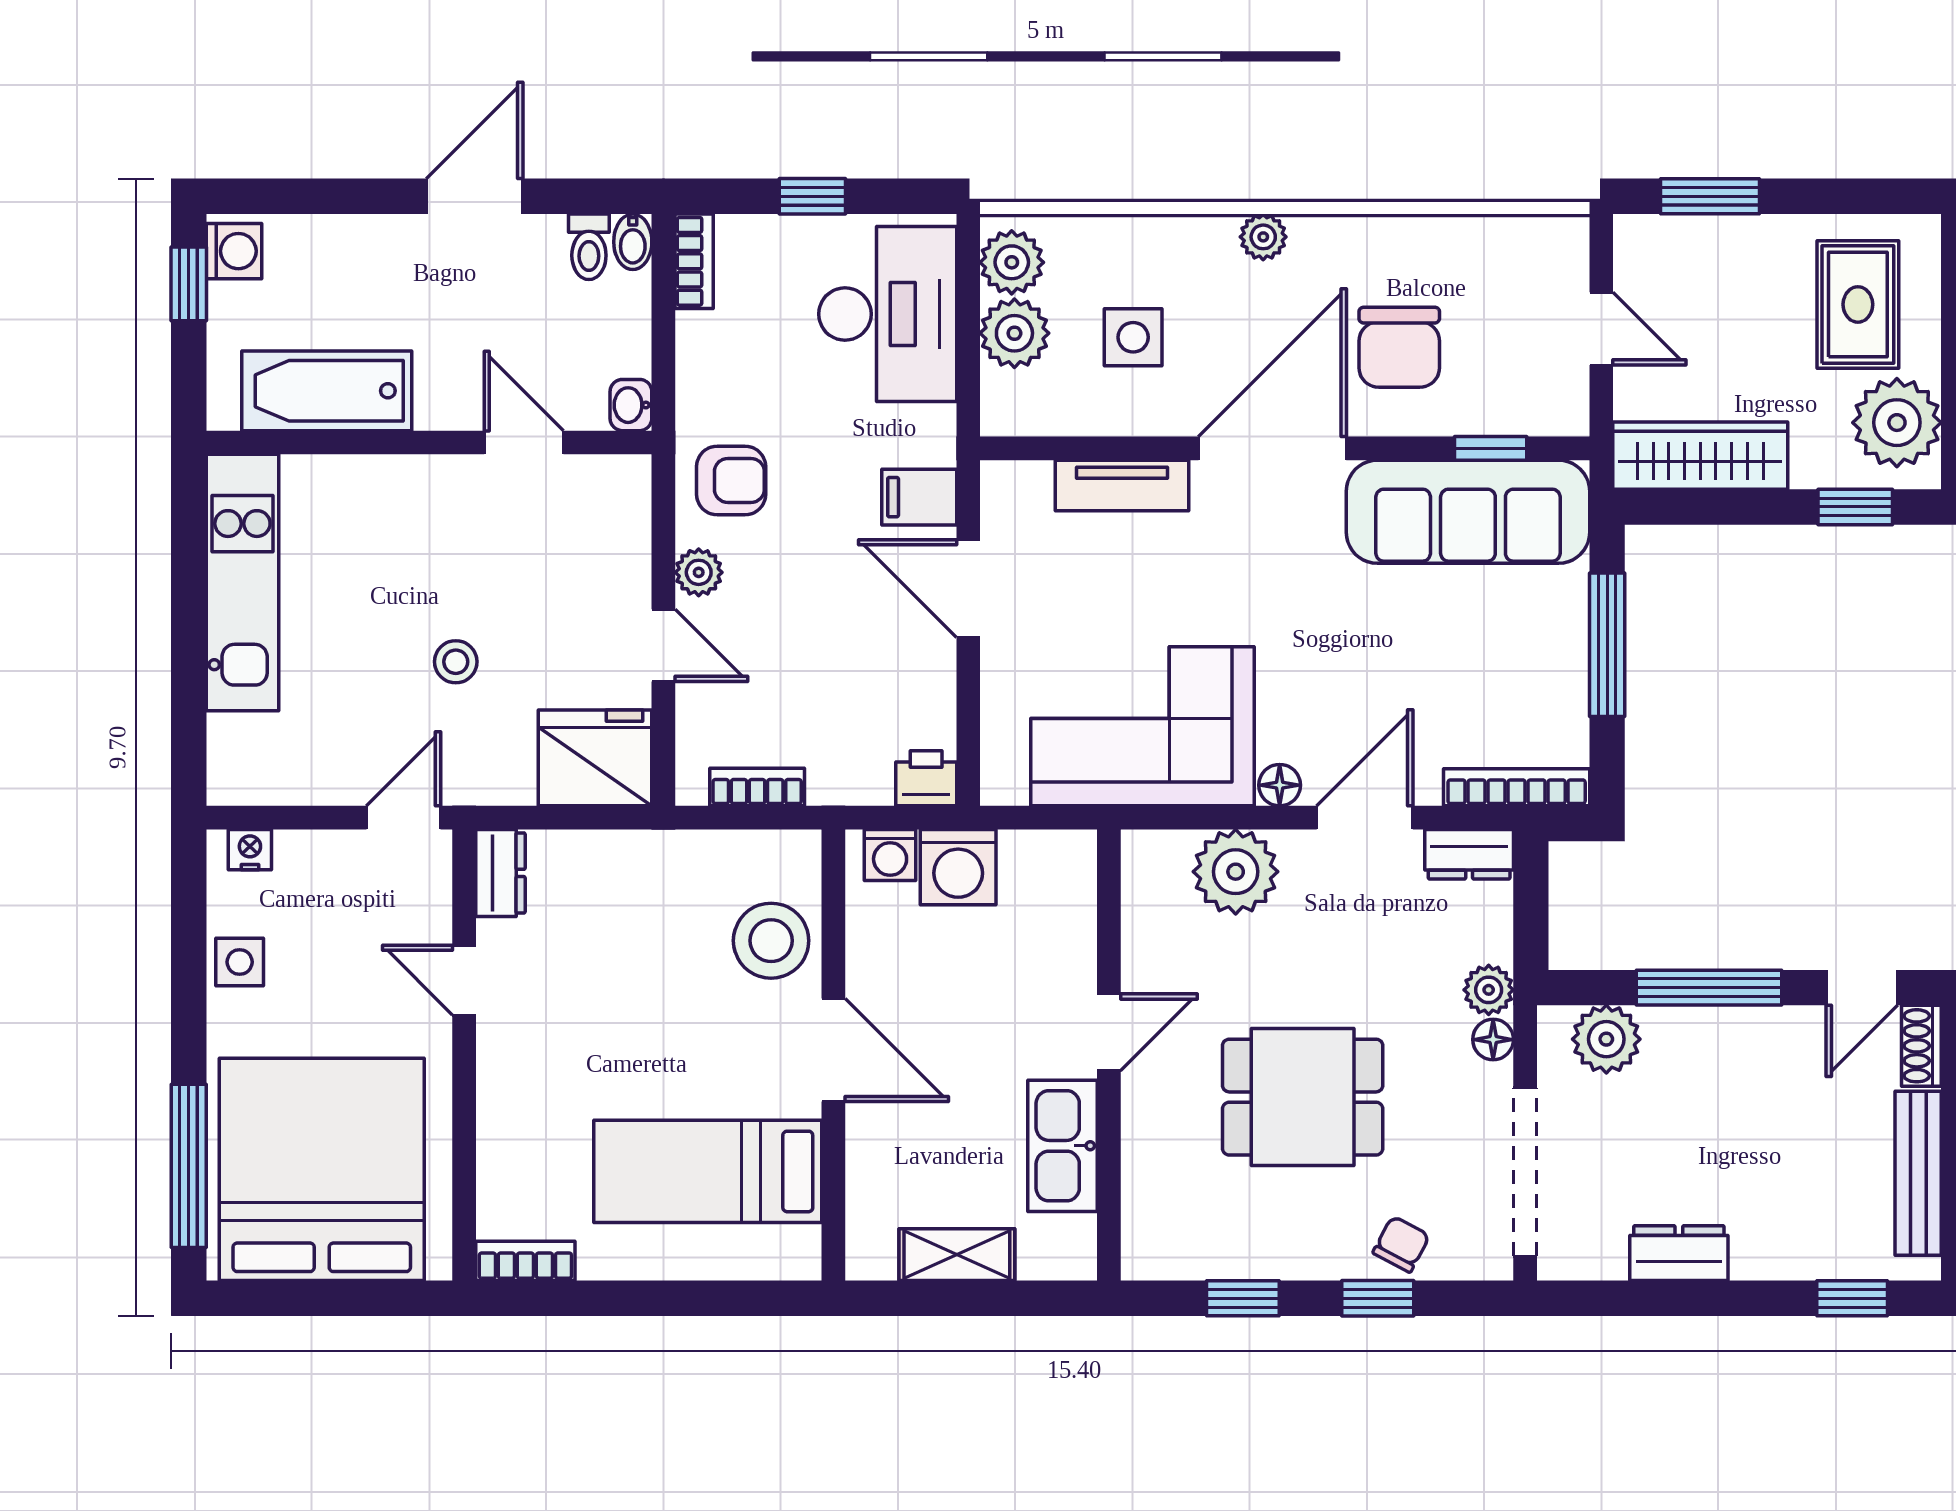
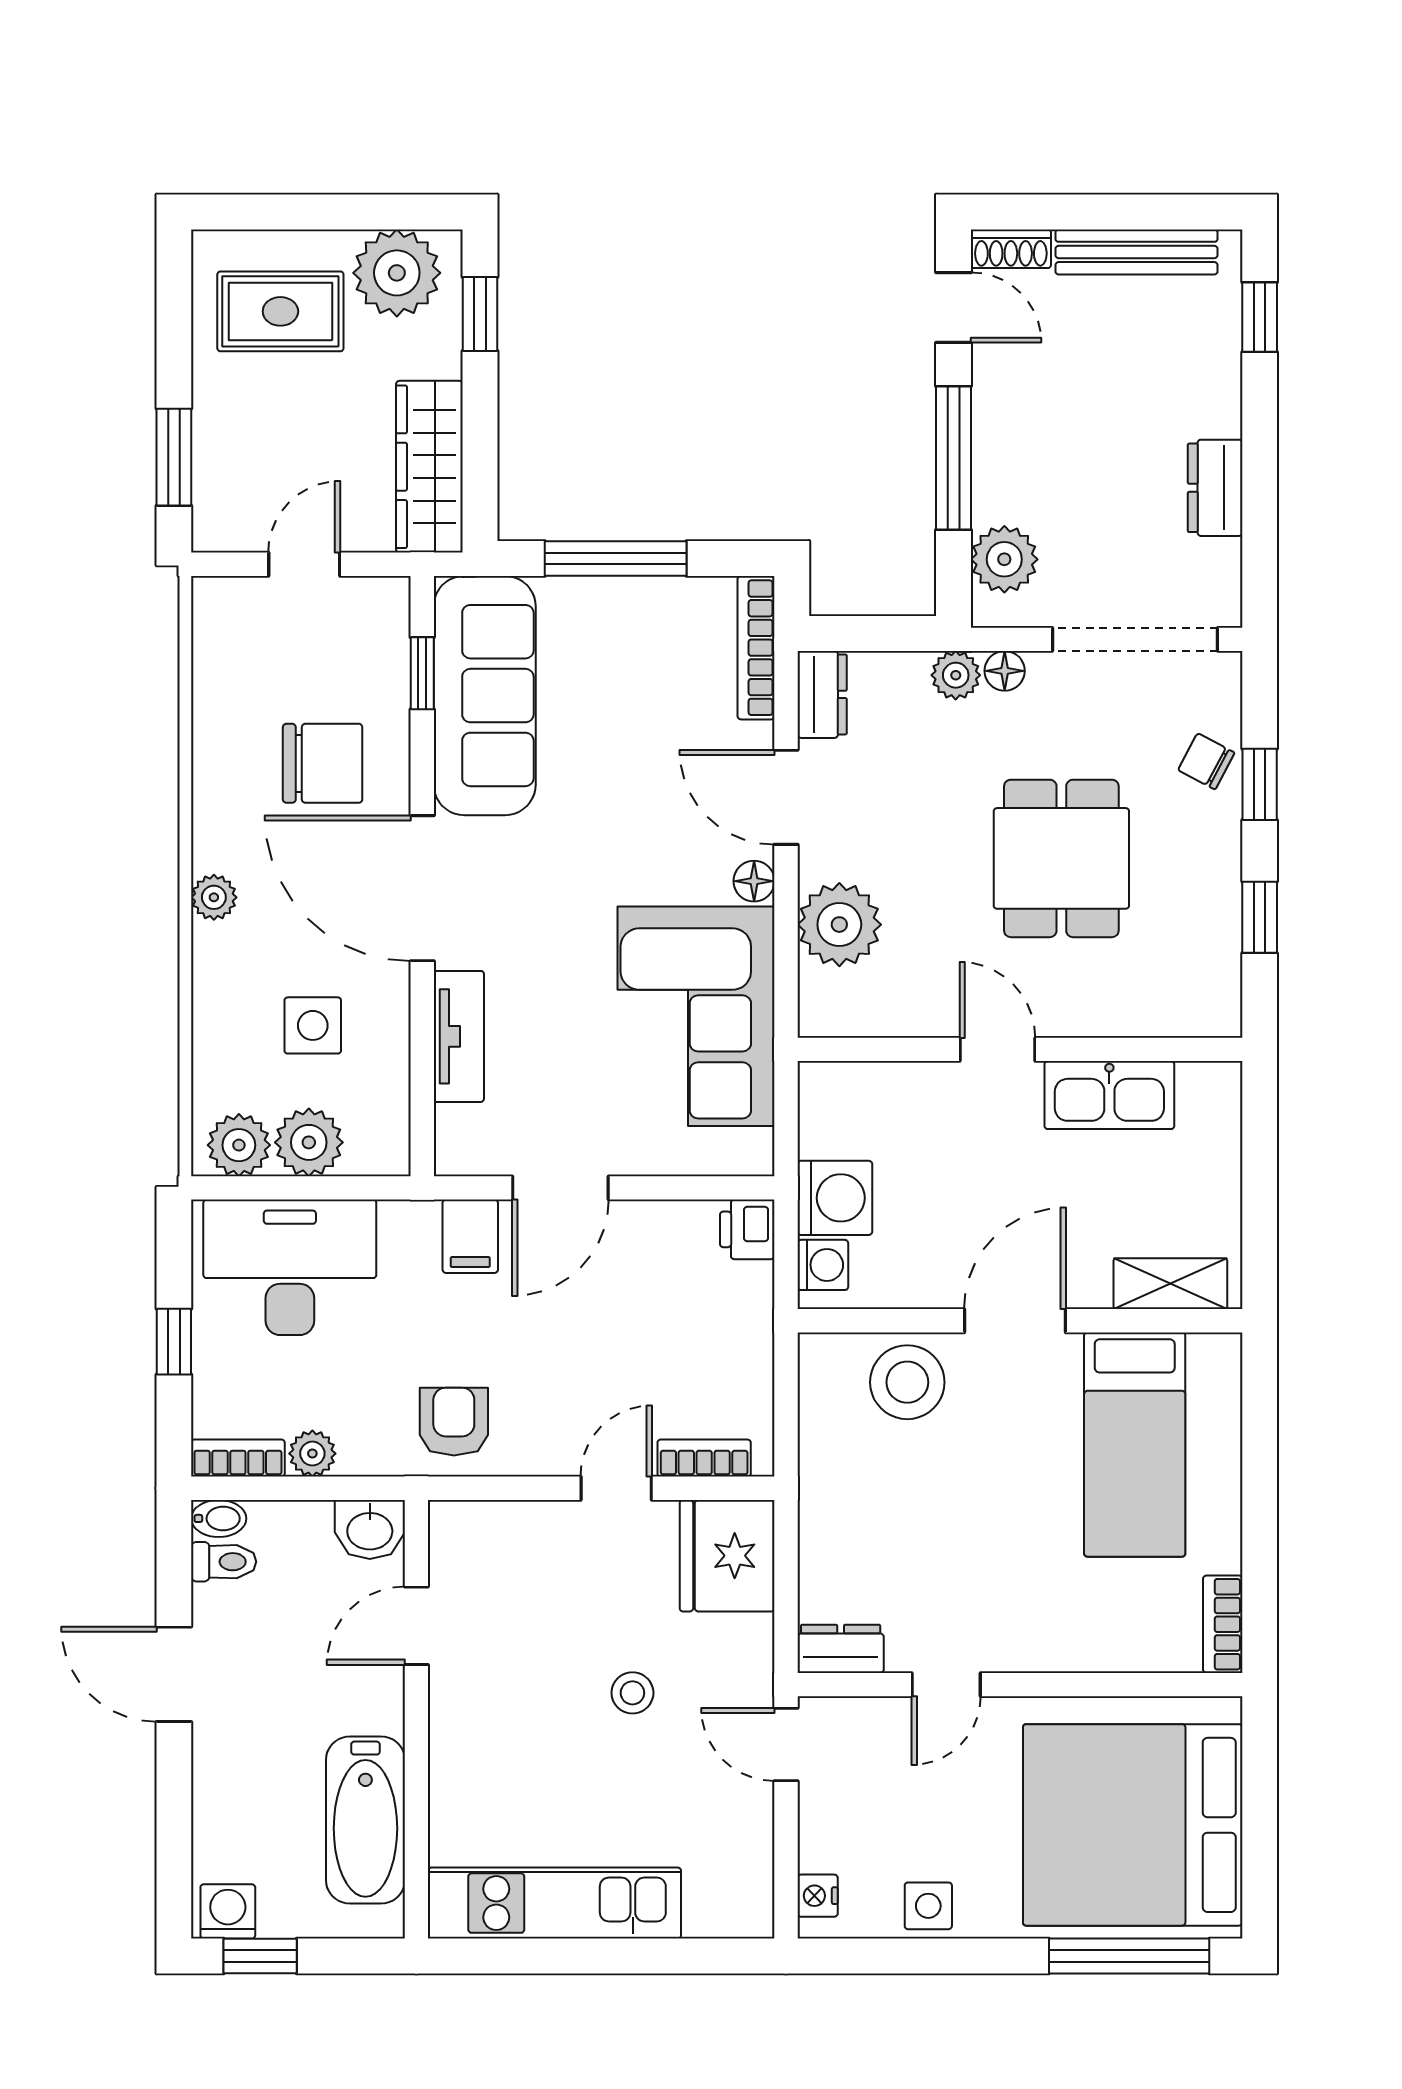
washbasin: (631, 405) -> (370, 1529), width x1.38, depth x1.45
plant: (699, 572) -> (312, 1454), moved
bookcase: (757, 787) -> (704, 1458), moved, turned 90
shelving: (957, 1255) -> (1170, 1284), moved, turned 90

